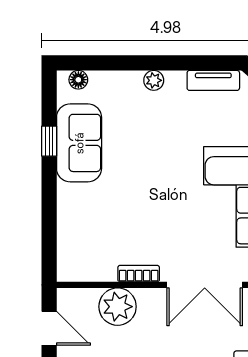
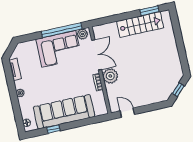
sofa: (79, 143) -> (64, 112), width x1.85, depth x1.27
plant: (118, 307) -> (110, 76), moved
door: (49, 328) -> (127, 113), hinge flipped

